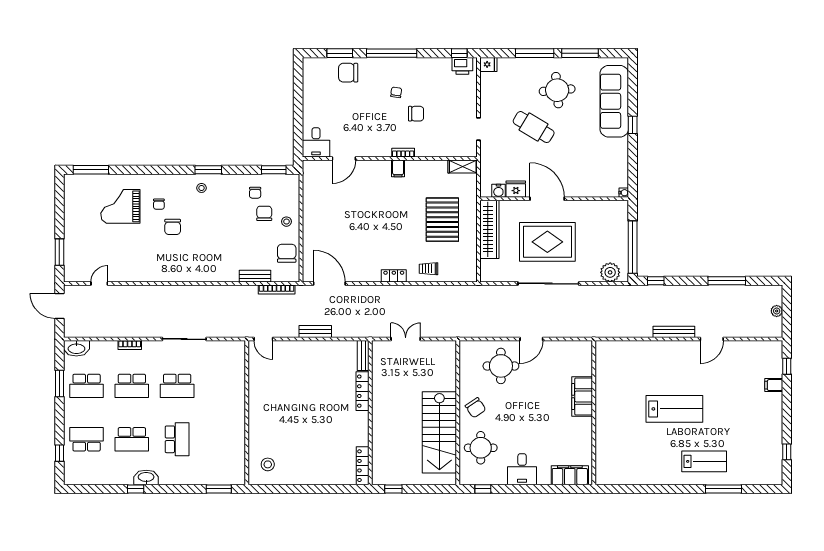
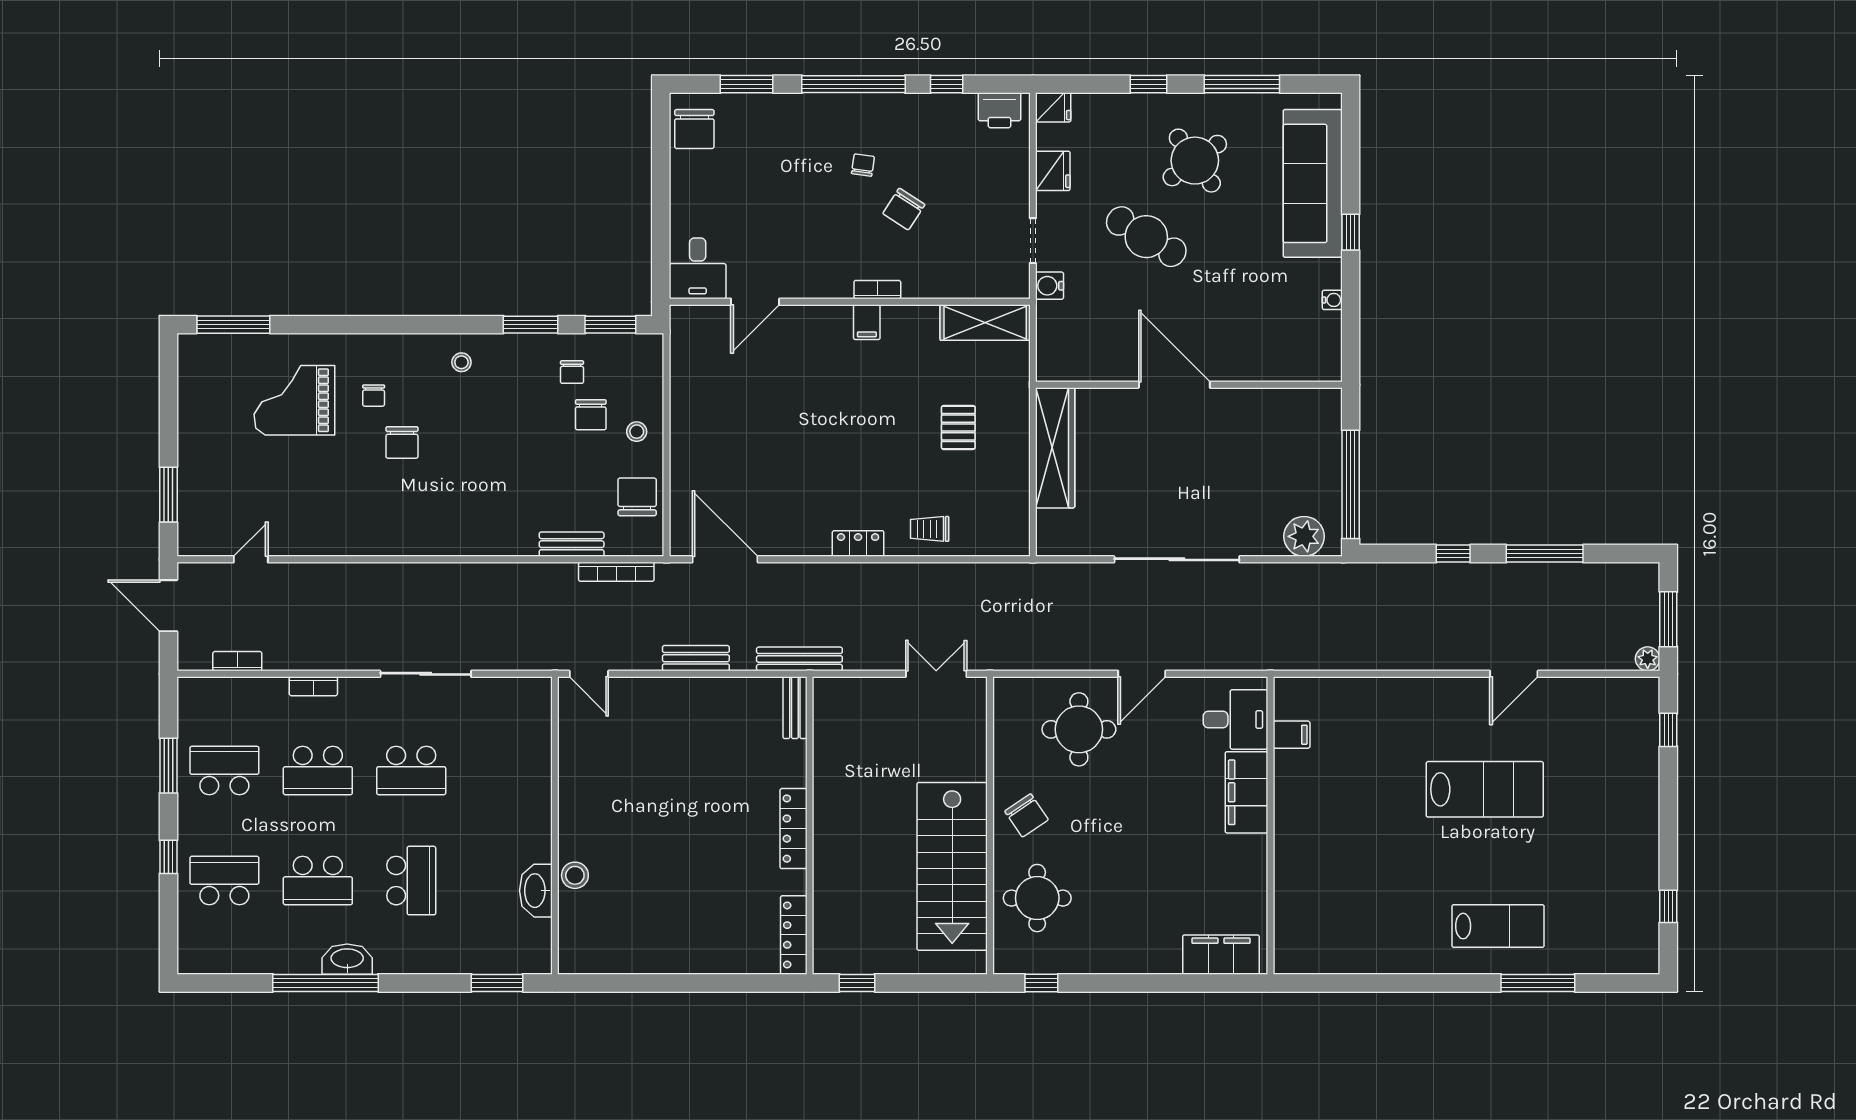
window: (459, 53) -> (947, 84), moved
window: (535, 53) -> (1148, 84), width x0.46
chair: (348, 73) -> (694, 129), moved, turned -90
round table: (557, 90) -> (1195, 161), turned -31
chair: (416, 114) -> (904, 209), turned 123
shelving: (463, 167) -> (985, 323), width x1.50, depth x1.33
window: (208, 170) -> (531, 325), moved
fridge: (516, 189) -> (1053, 171), moved, turned 90
water cooler: (498, 191) -> (1050, 286), moved, turned 90
water cooler: (624, 193) -> (1332, 300), moved
chair: (264, 213) -> (591, 415), turned 180
pallet: (442, 220) -> (958, 427), width x0.49, depth x0.50
rug: (547, 242) -> (1175, 473), removed
window: (656, 281) -> (1453, 554), moved
plant: (777, 311) -> (1648, 659), moved
window: (787, 313) -> (1668, 619), added
bench: (674, 332) -> (799, 659), moved
bookcase: (93, 333) -> (237, 661), added
double door: (406, 339) -> (936, 674), moved
washbasin: (76, 348) -> (536, 891), moved, turned 90
filing cabinet: (774, 385) -> (1292, 735), moved, turned 180
school desk: (87, 386) -> (224, 770), turned 180
locker: (362, 391) -> (793, 829), moved
lab bench: (674, 409) -> (1485, 789), moved
window: (59, 453) -> (168, 857), moved
stool: (268, 464) -> (575, 875), moved
desk: (522, 469) -> (1235, 719), moved, turned -90
window: (136, 489) -> (325, 983), width x3.17

